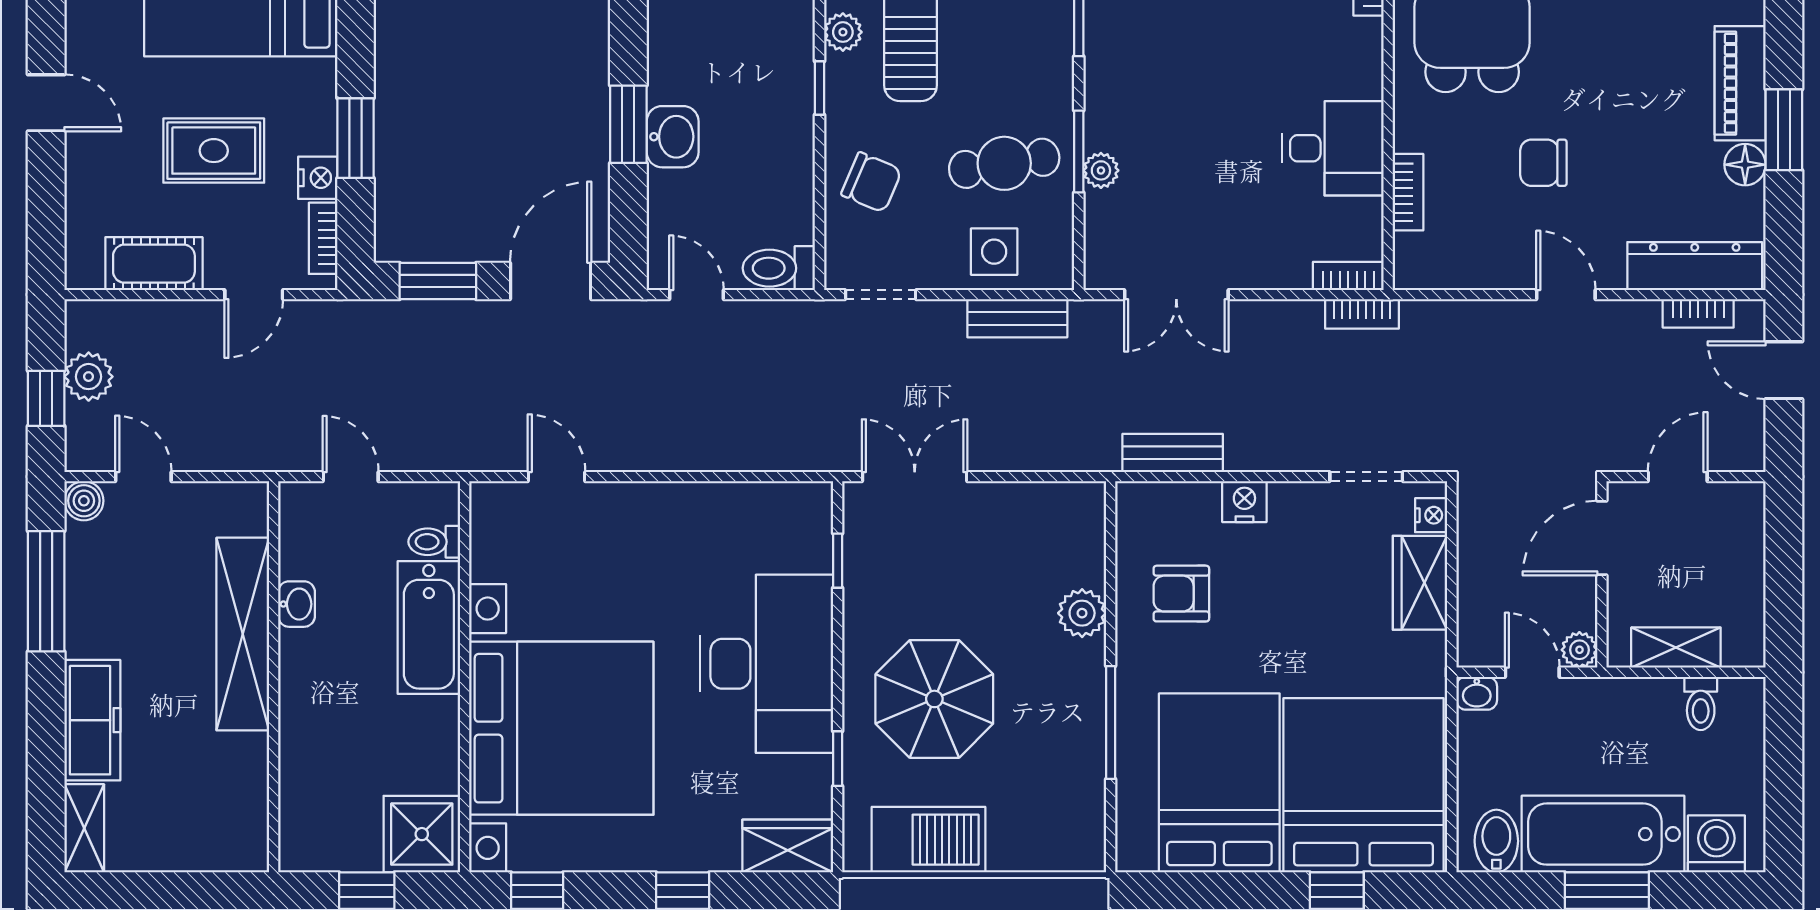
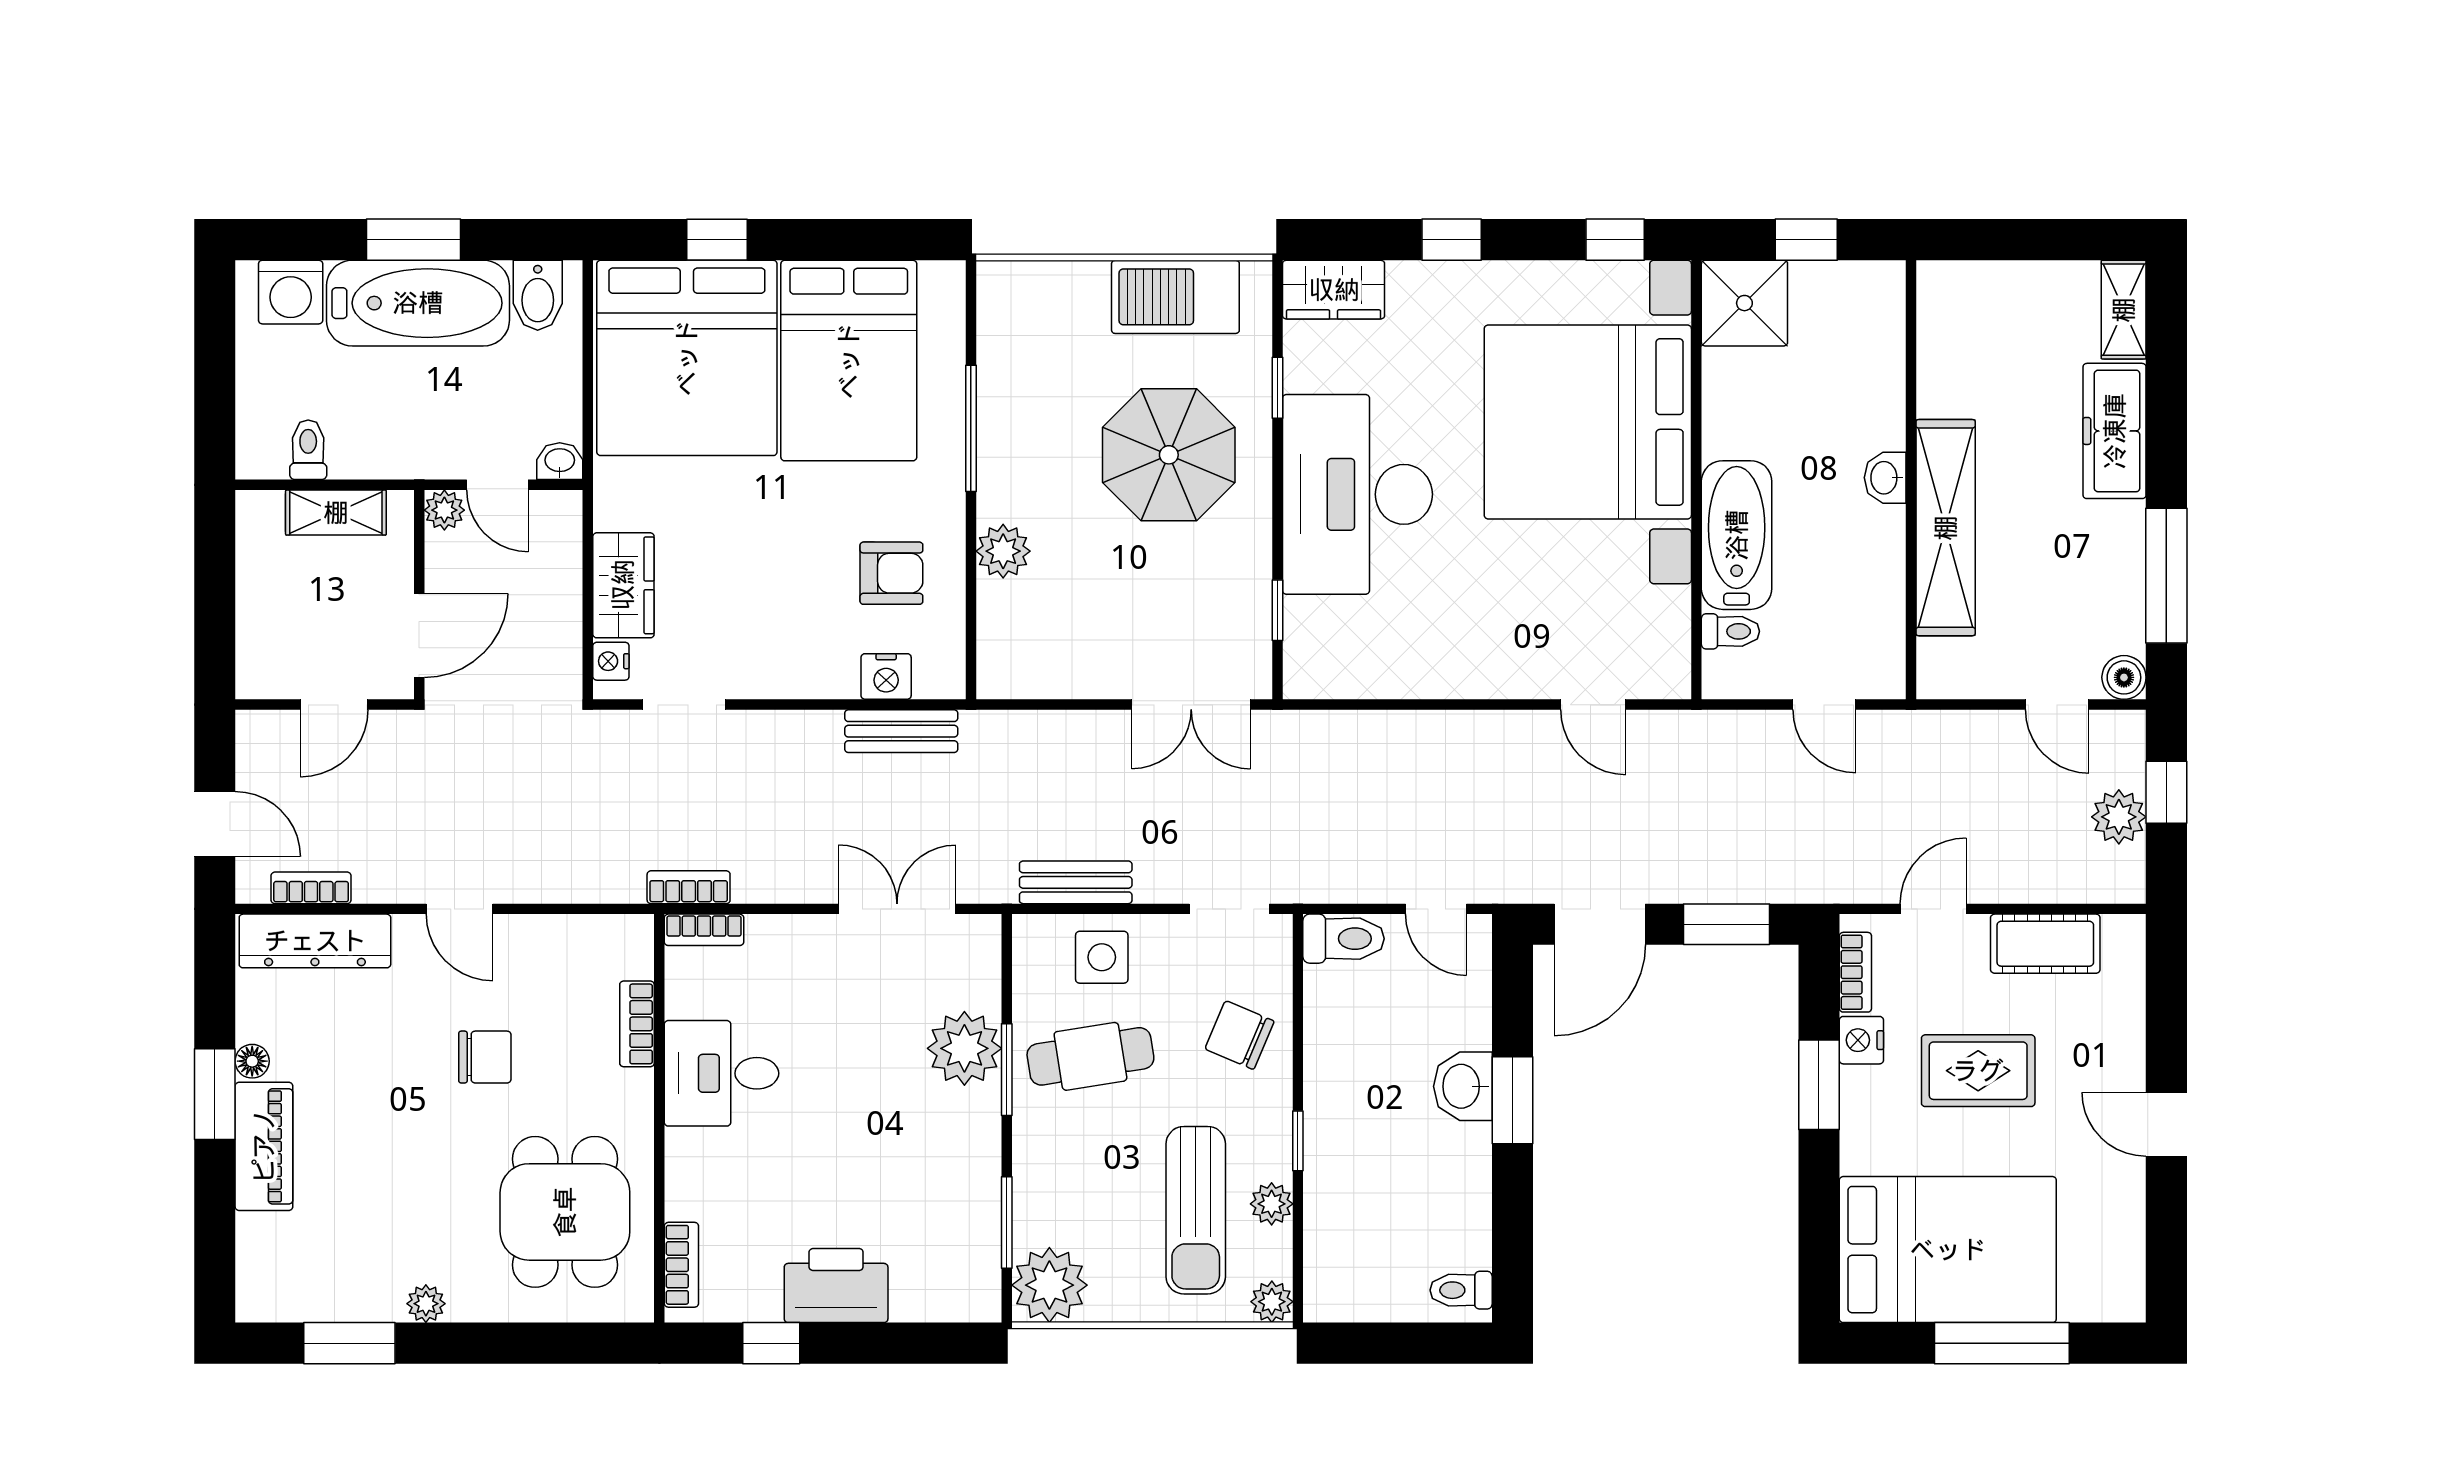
floor lamp: (1745, 165) -> (252, 1061), width x0.73, depth x0.73
plant: (1101, 170) -> (964, 1048), width x1.88, depth x1.88
nightstand: (1244, 502) -> (886, 676), moved
washbasin: (297, 604) -> (1885, 478), moved

